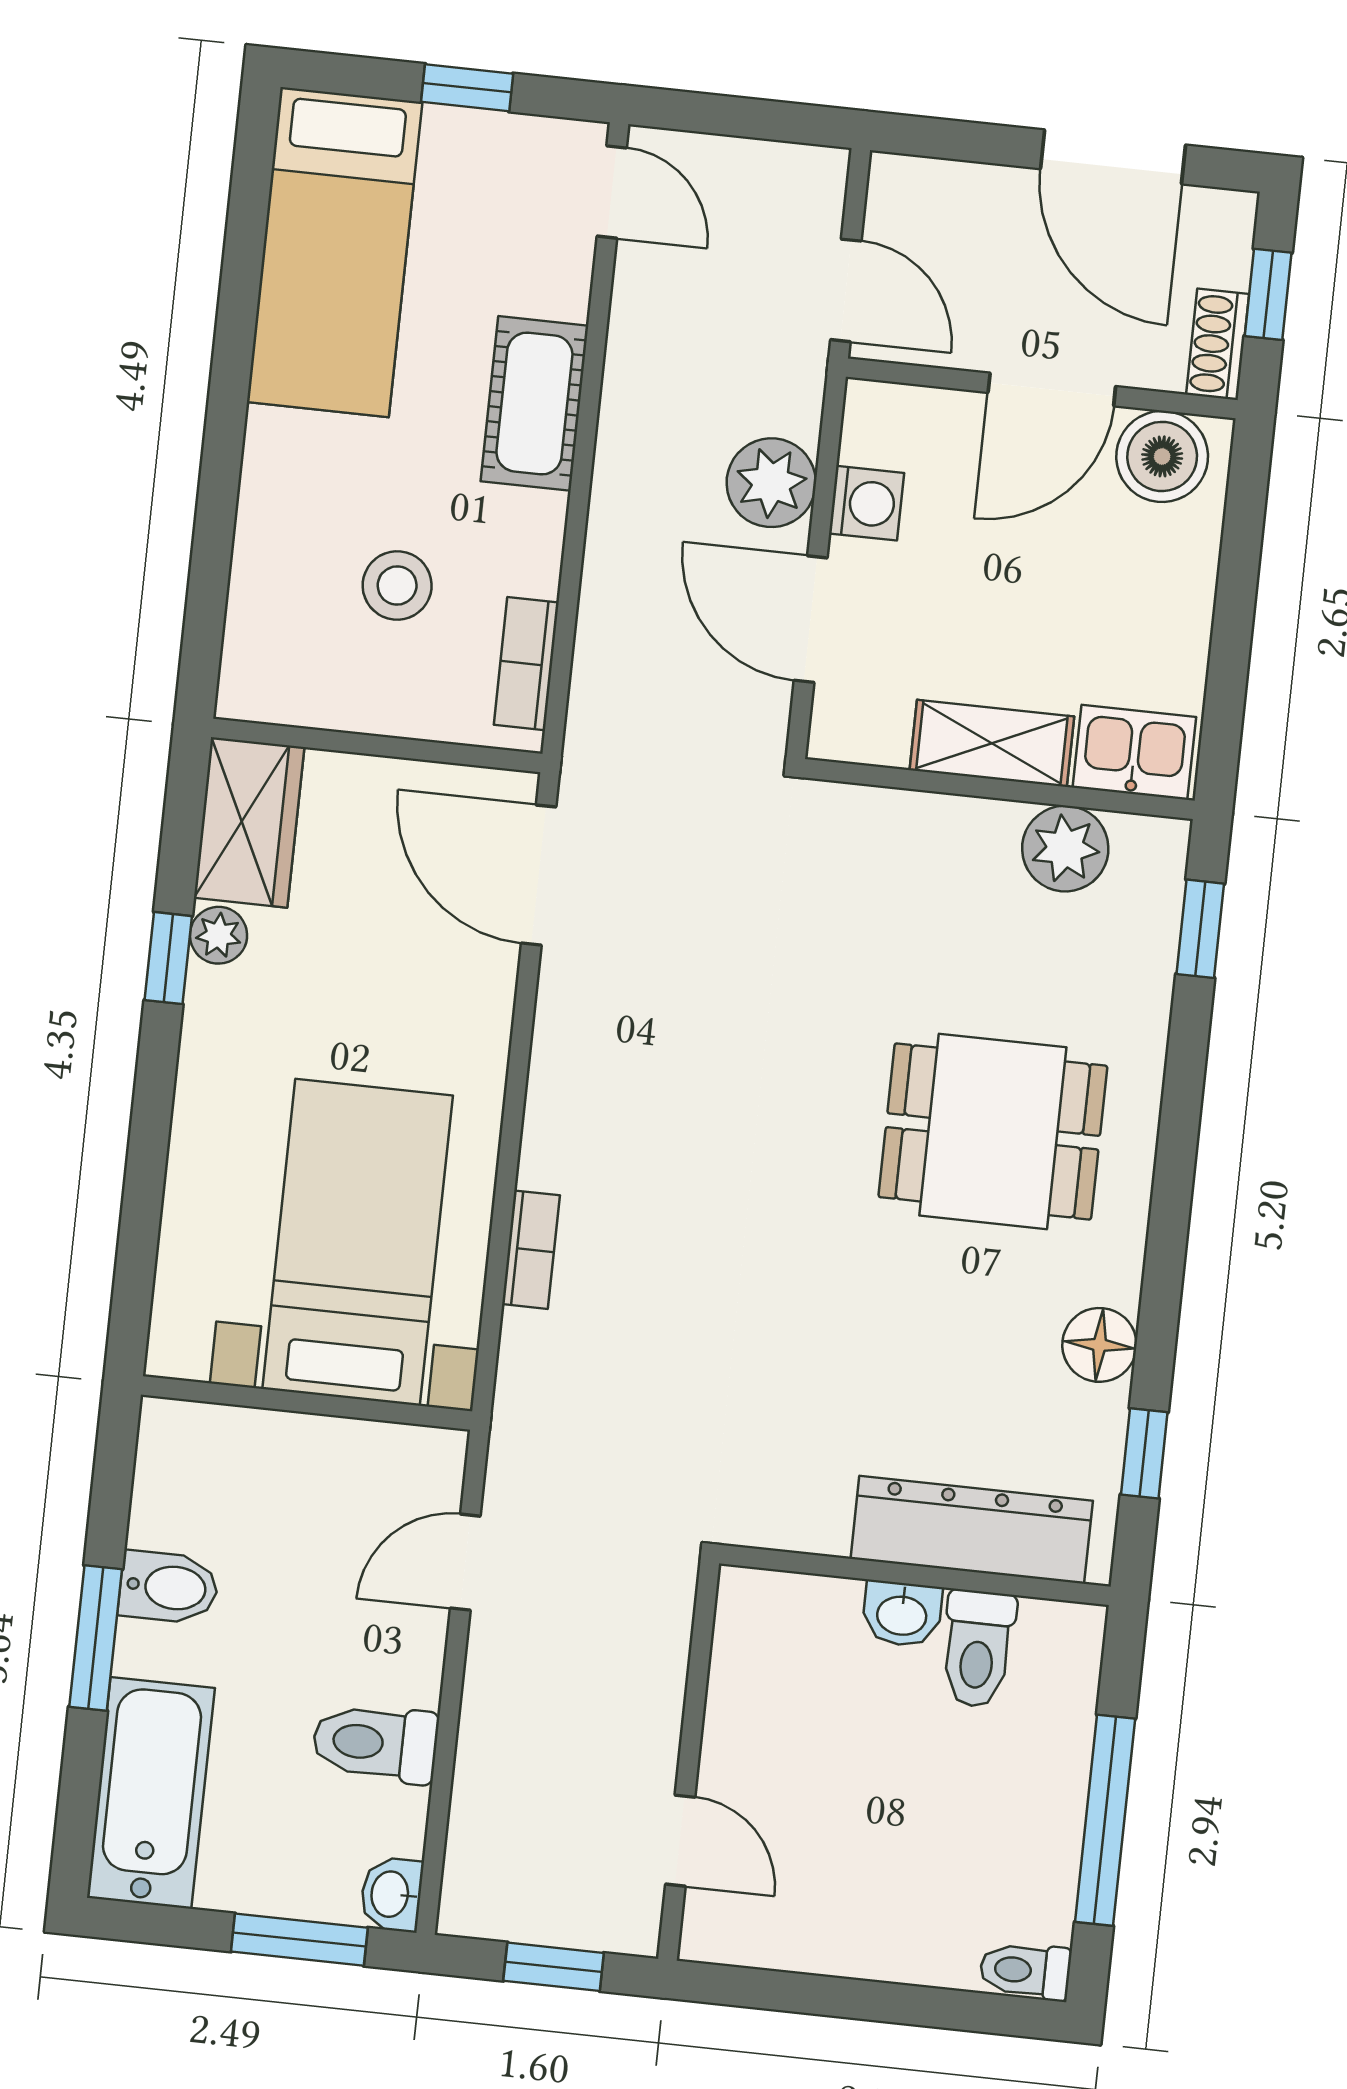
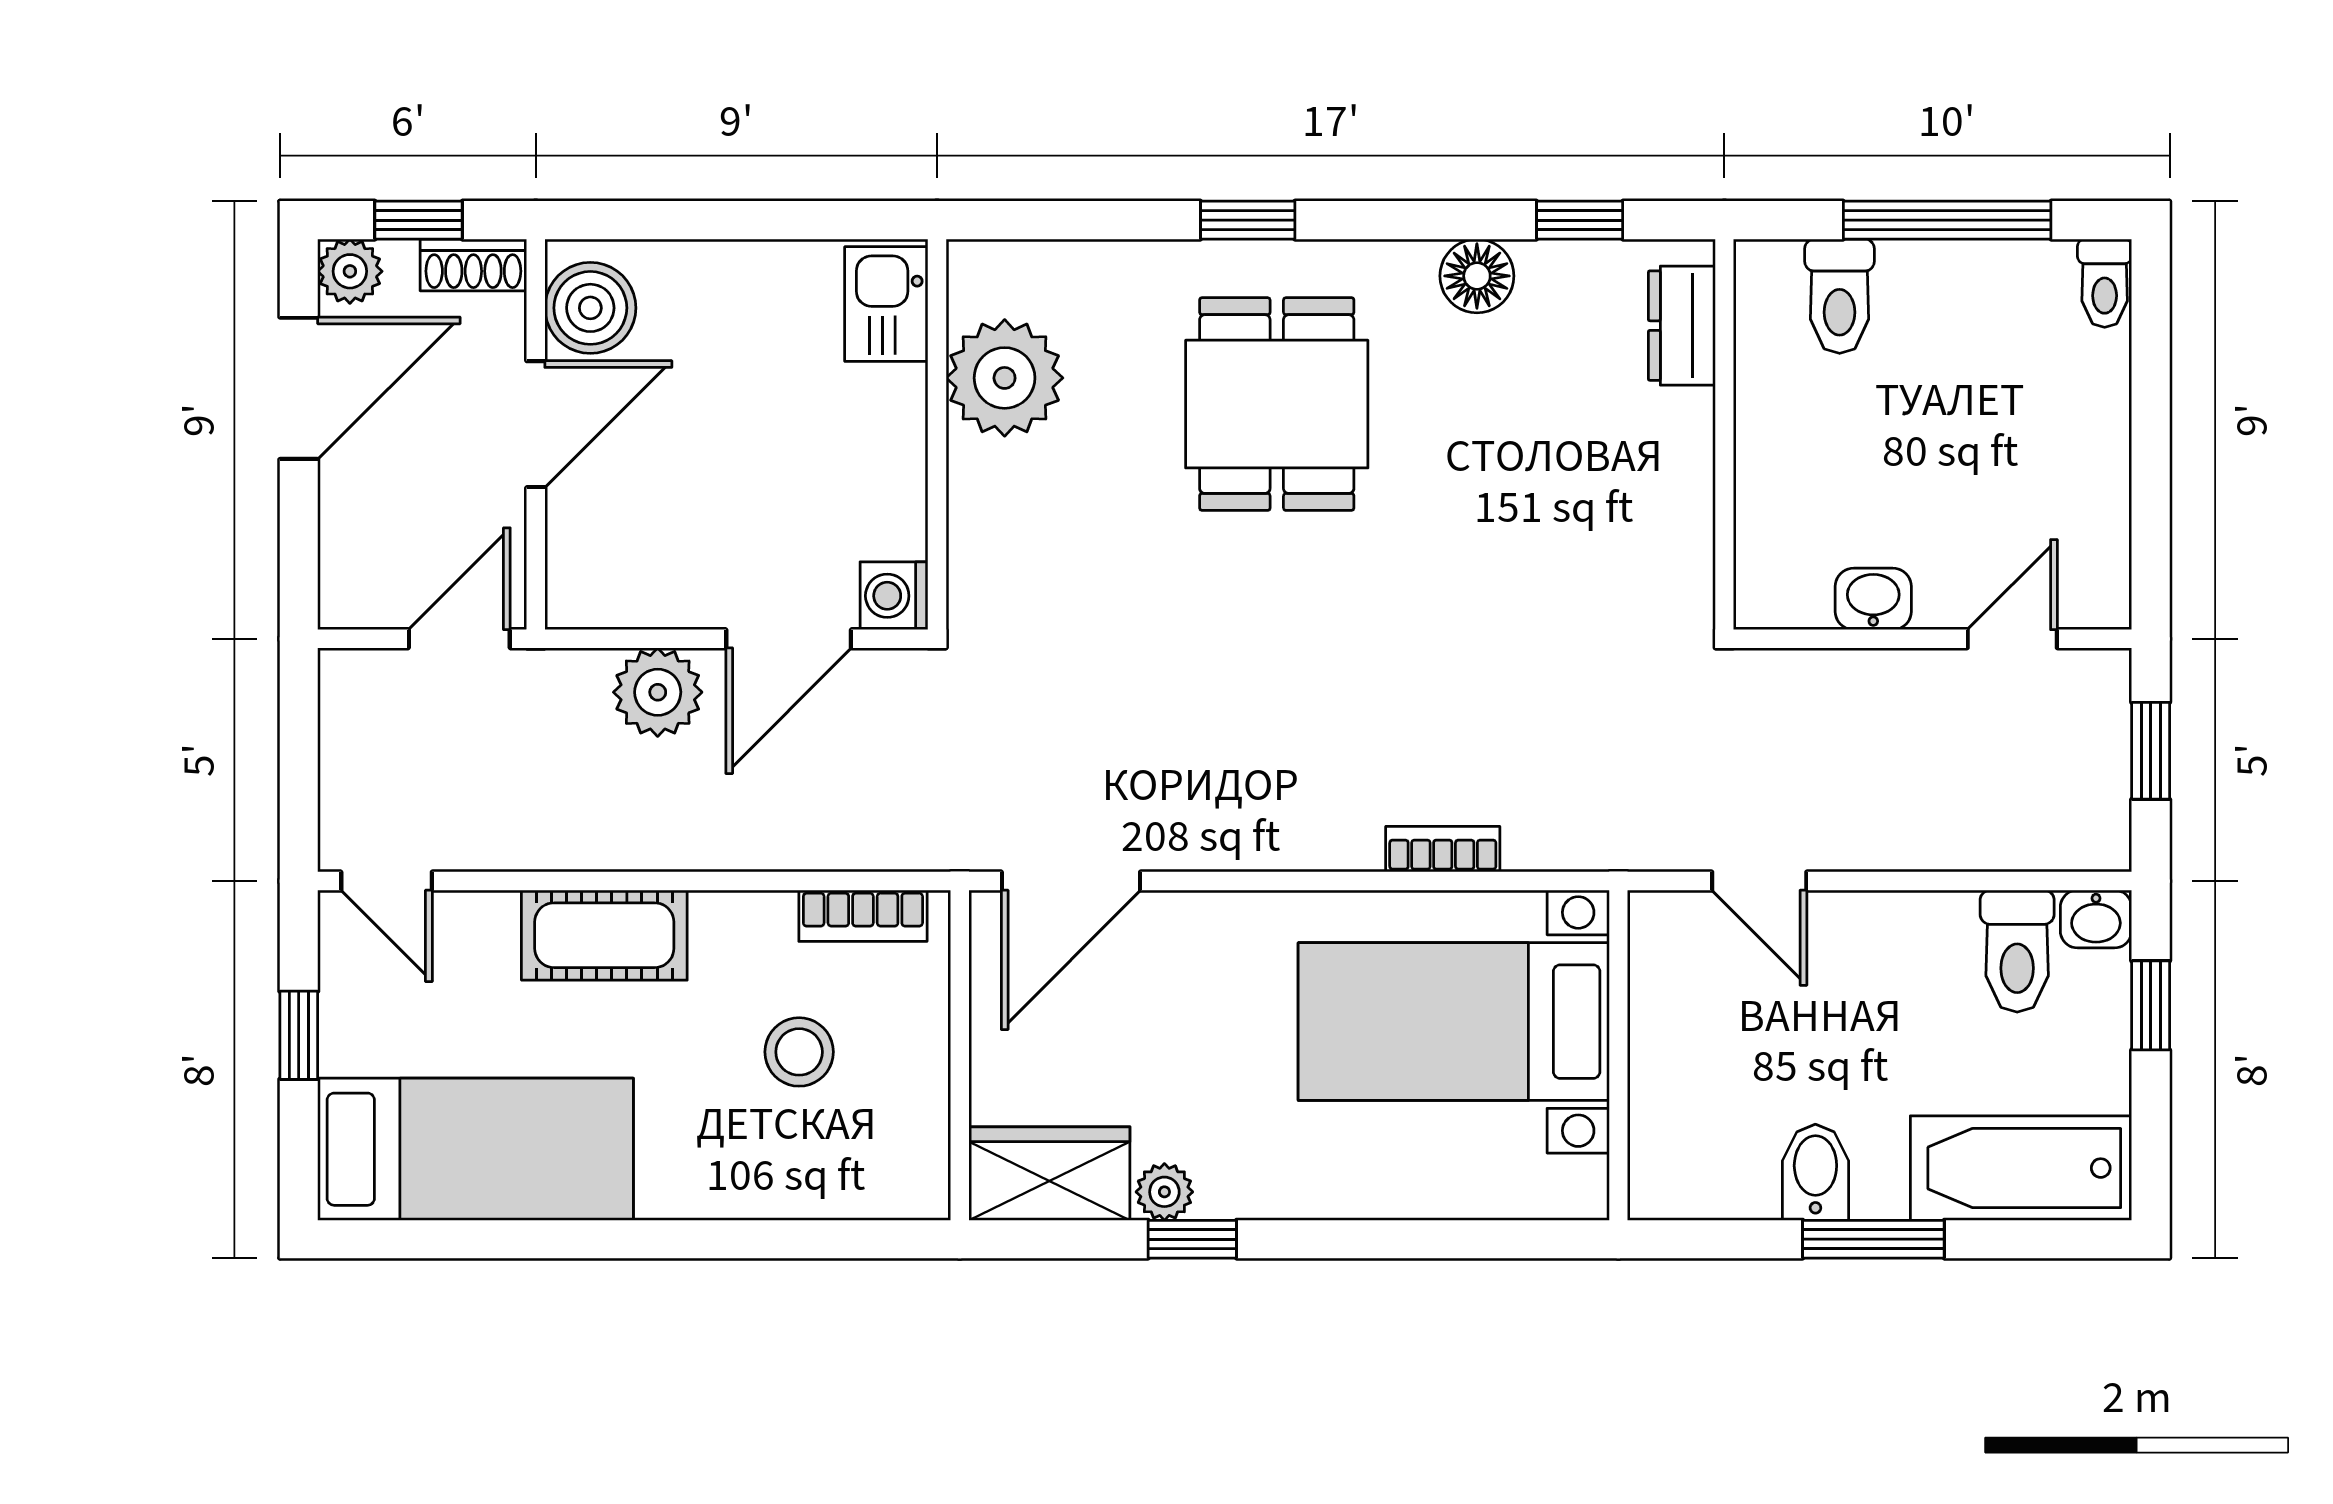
door: (612, 192) -> (387, 881), swing flipped
plant: (1224, 220) -> (350, 271), added
door: (1052, 390) -> (536, 424), hinge flipped
washing machine: (867, 503) -> (894, 596), moved, turned -90
shelving: (992, 743) -> (893, 446), removed
plant: (1065, 849) -> (1005, 378), width x1.36, depth x1.36
window: (1200, 929) -> (1248, 220), moved
dresser: (972, 1530) -> (1682, 326), width x0.51, depth x0.80
washbasin: (902, 1614) -> (1873, 599), moved, turned -90
toilet: (978, 1649) -> (1840, 296), moved, turned 90
toilet: (375, 1743) -> (2017, 951), moved
window: (299, 1940) -> (2151, 1005), width x0.67

